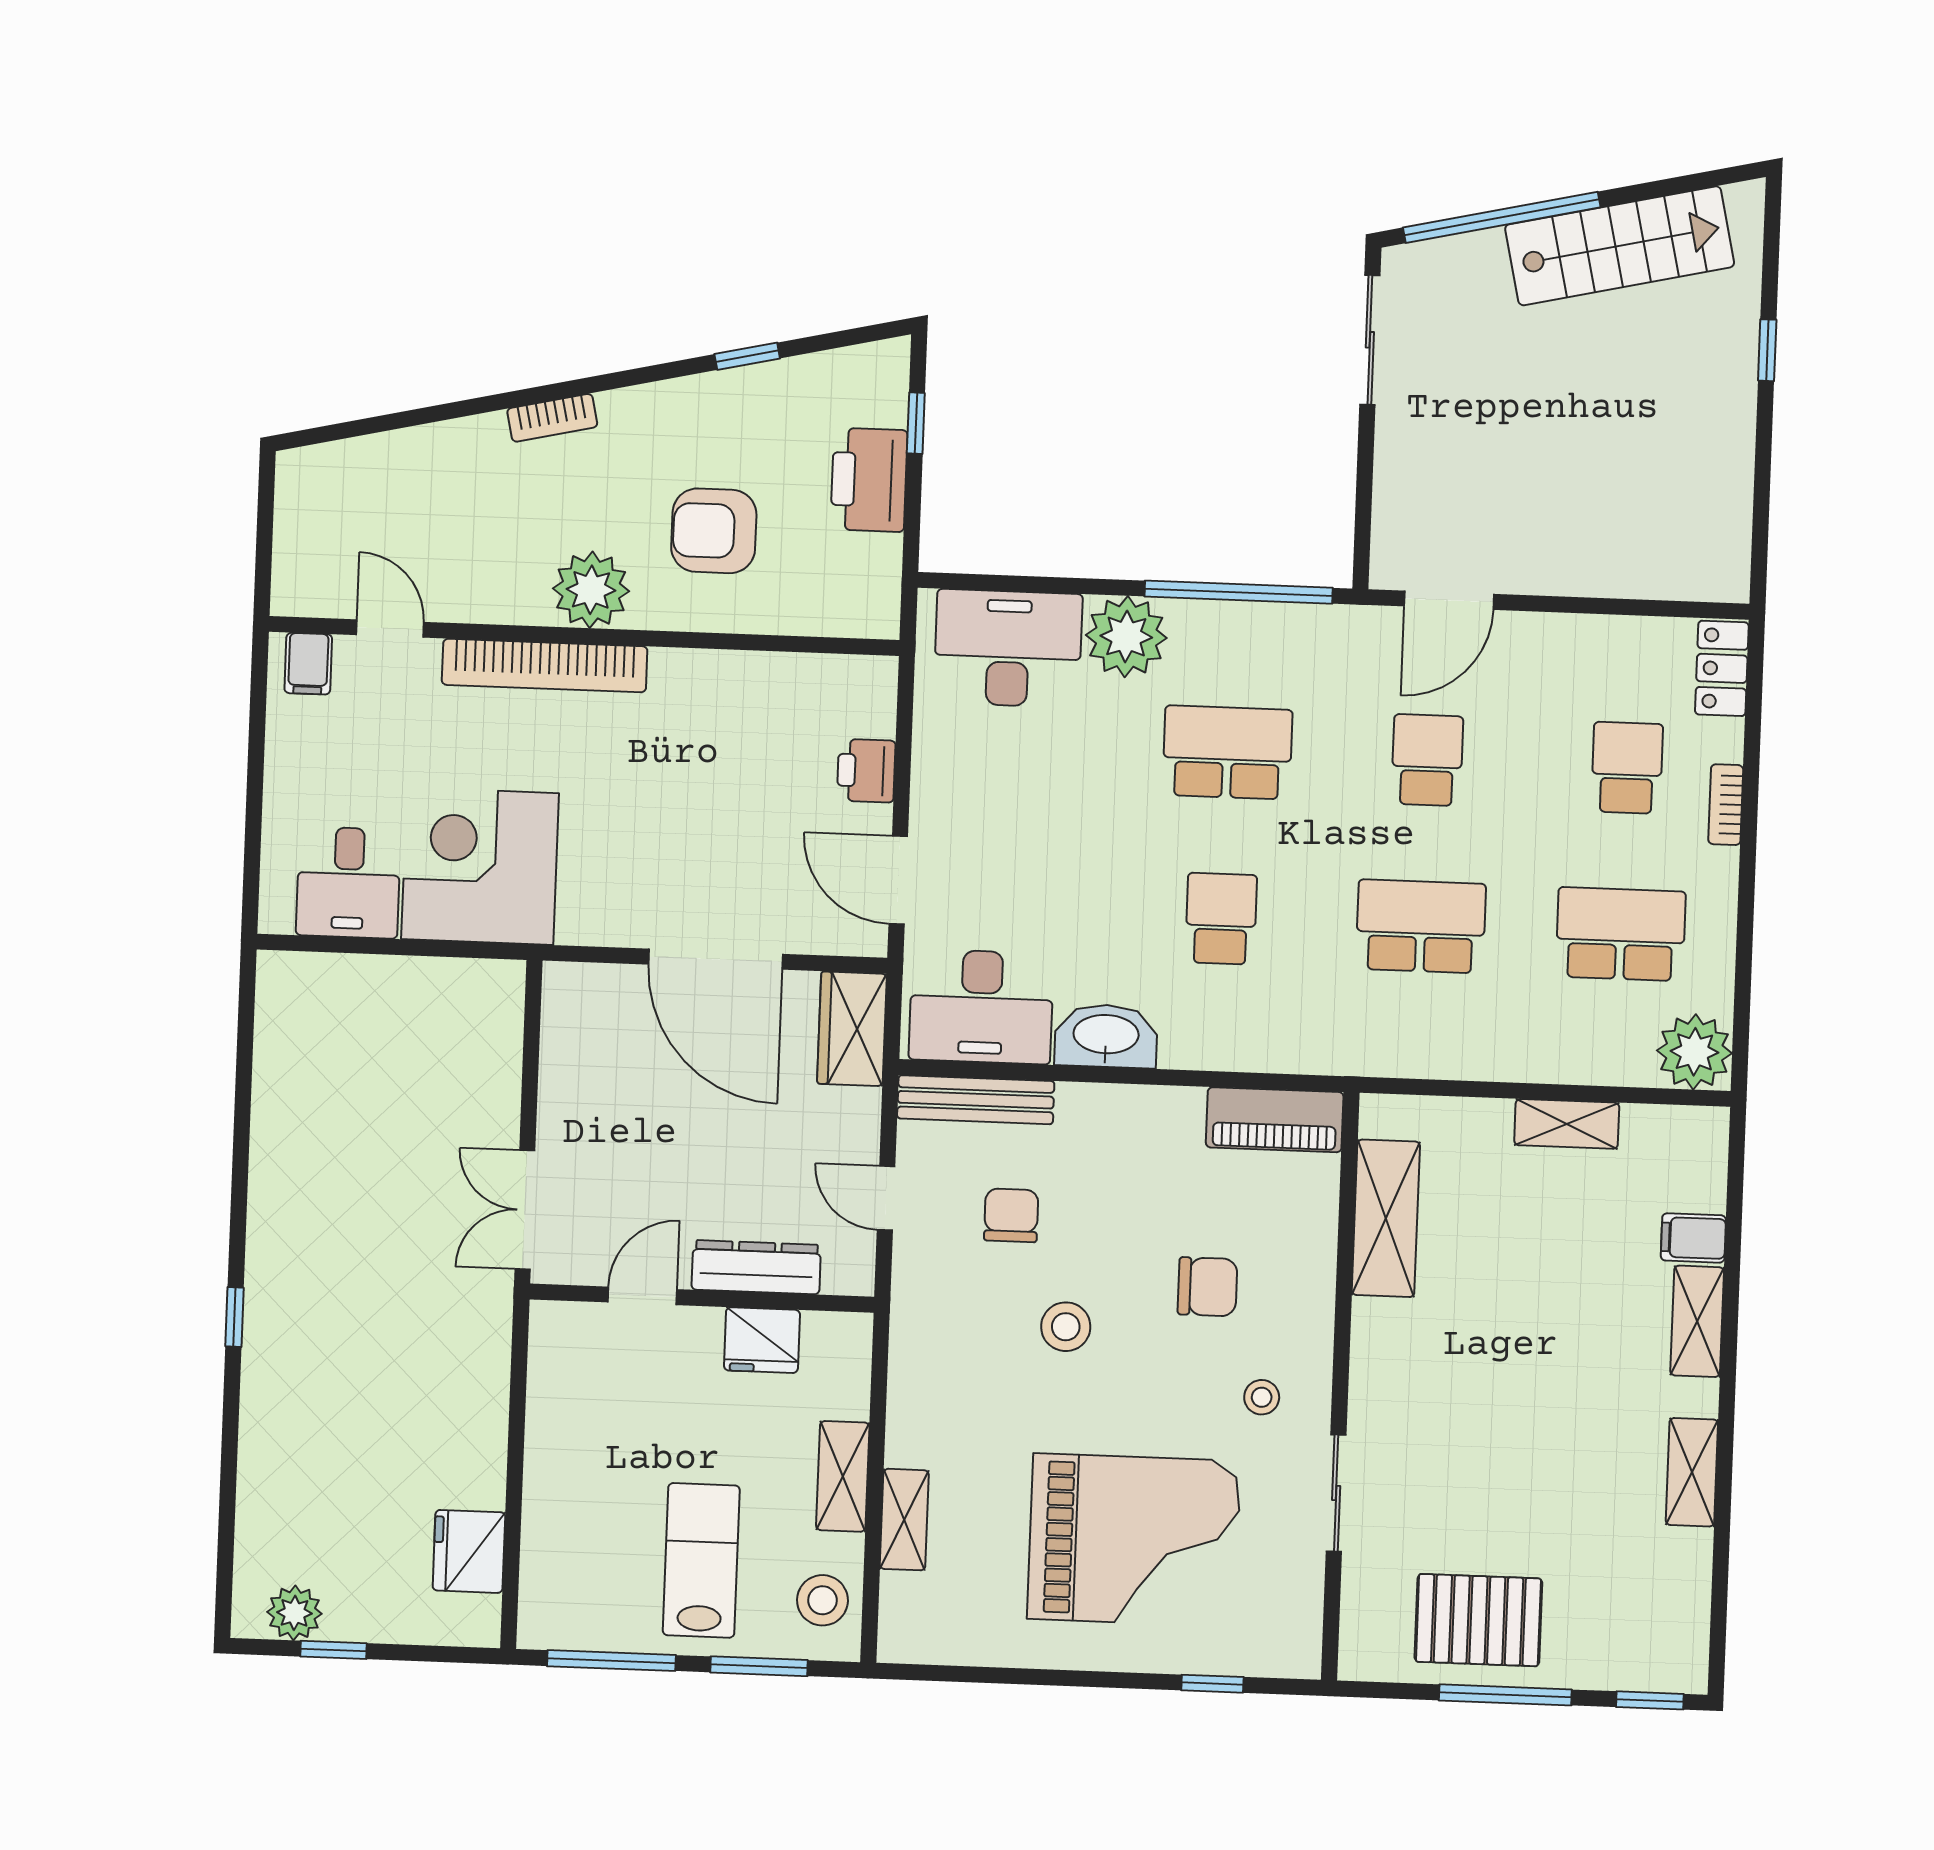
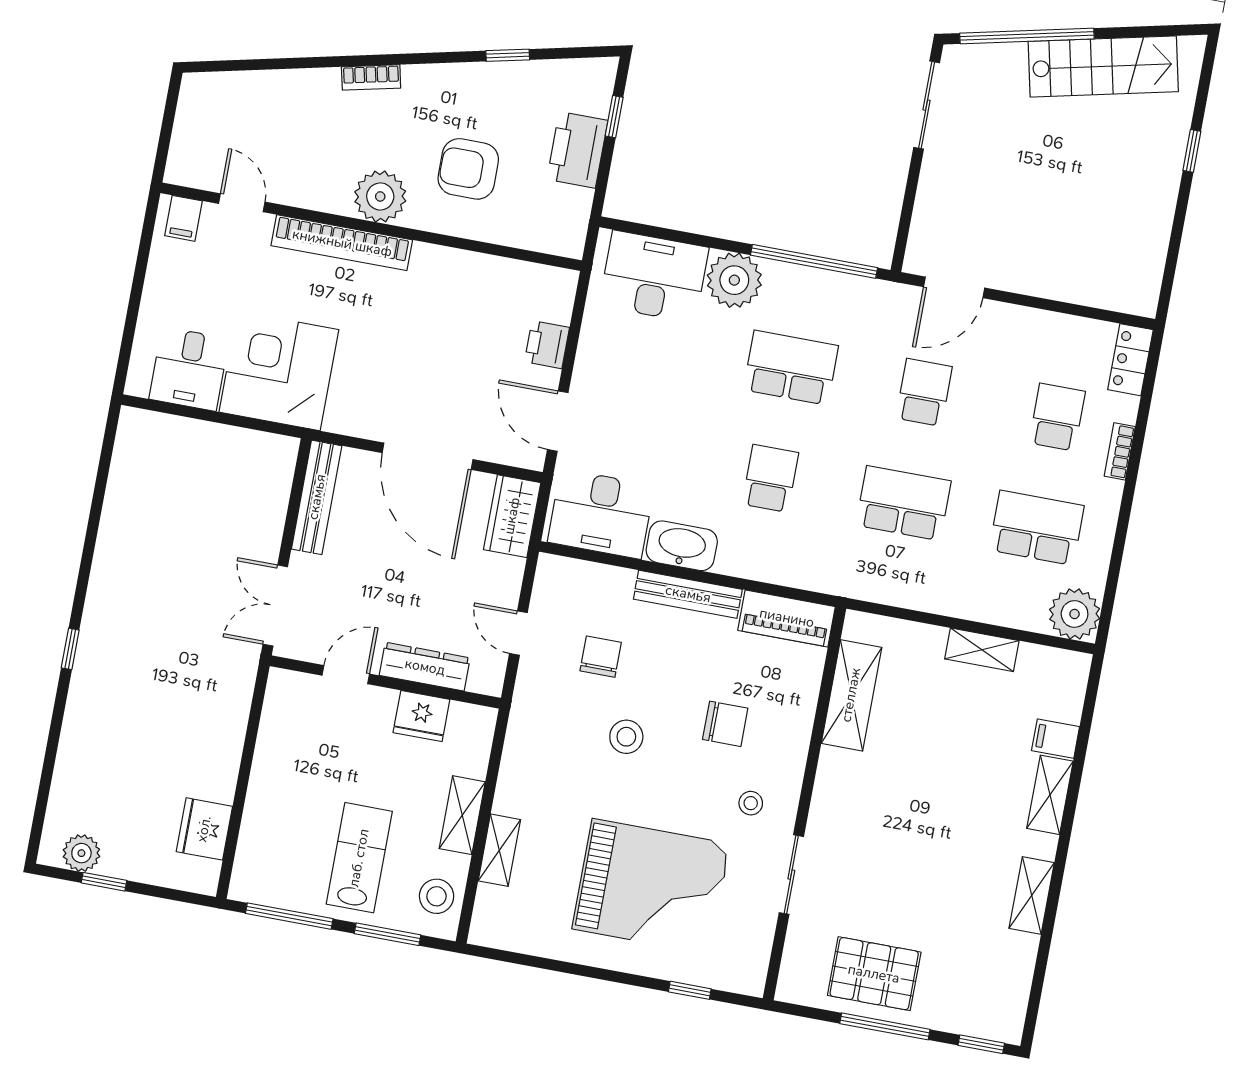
bench: (562, 1043) -> (317, 497), added
bench: (976, 1100) -> (688, 594), moved

